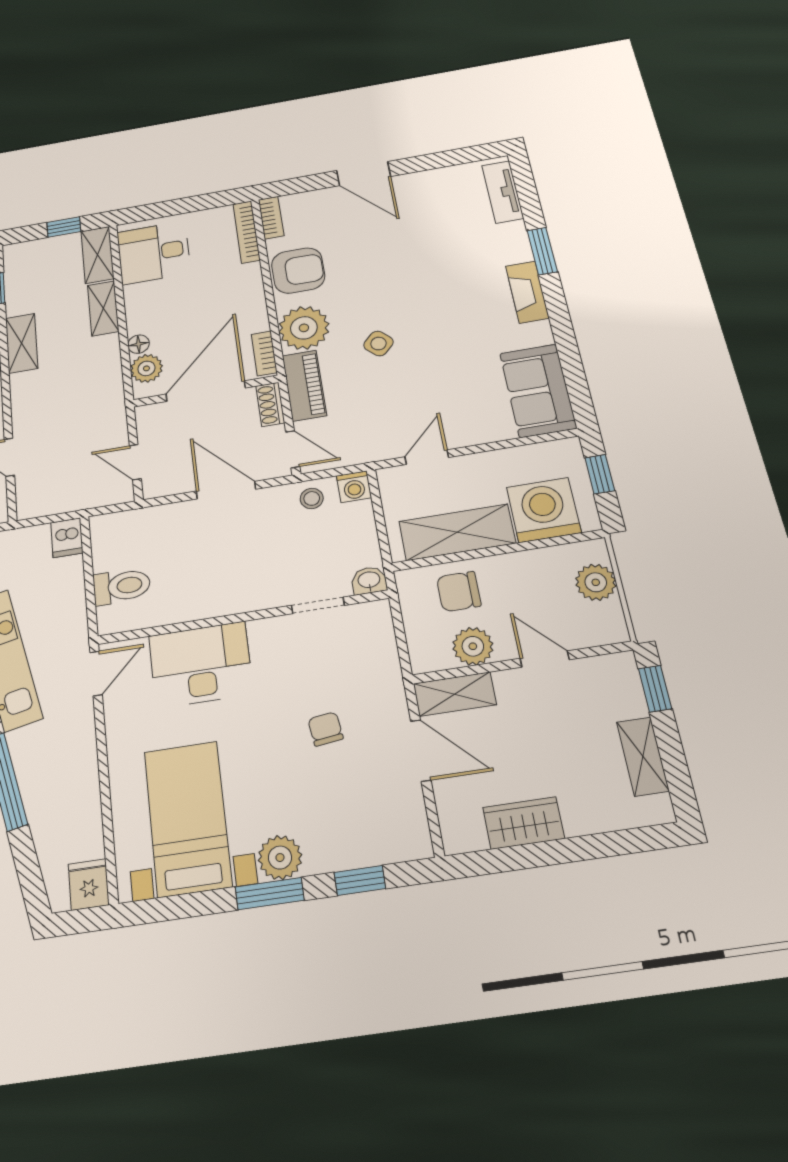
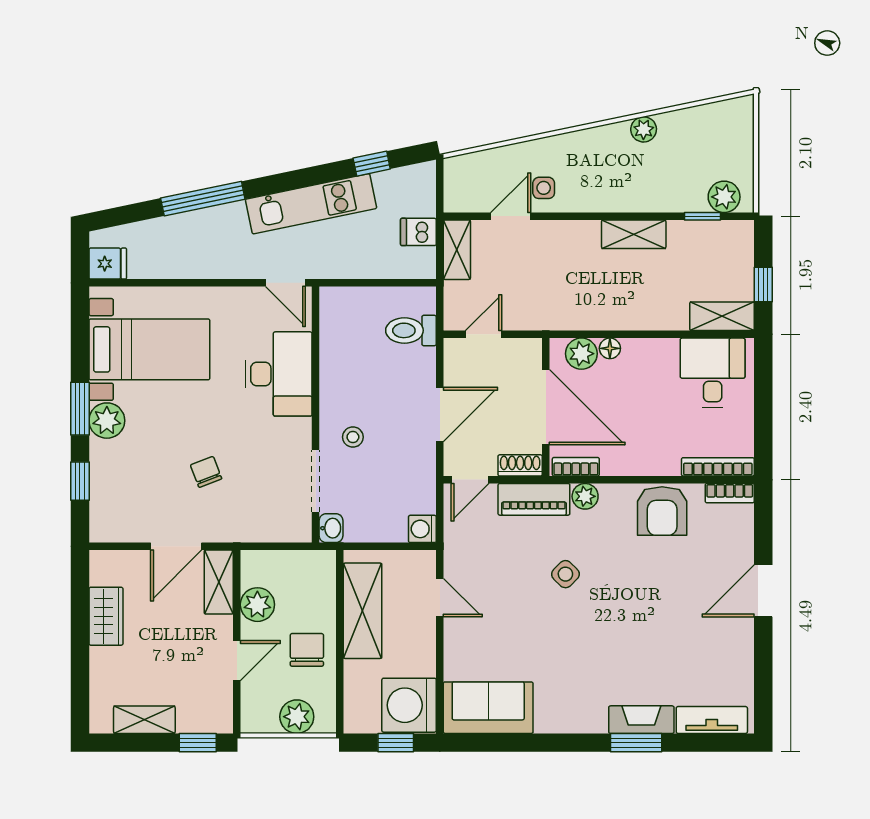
fireplace: (527, 292) -> (641, 720), moved
shelving: (103, 308) -> (457, 250), moved, turned 90
plant: (304, 328) -> (585, 496), width x0.53, depth x0.53
stool: (312, 498) -> (353, 437), moved
washing machine: (544, 510) -> (409, 705), moved, turned 180
dishwasher: (67, 538) -> (418, 232), moved
toilet: (122, 586) -> (411, 330), moved, turned 90
chair: (459, 591) -> (307, 650), moved
doorway: (318, 605) -> (316, 481), width x1.38
chair: (326, 729) -> (206, 472), turned -104

